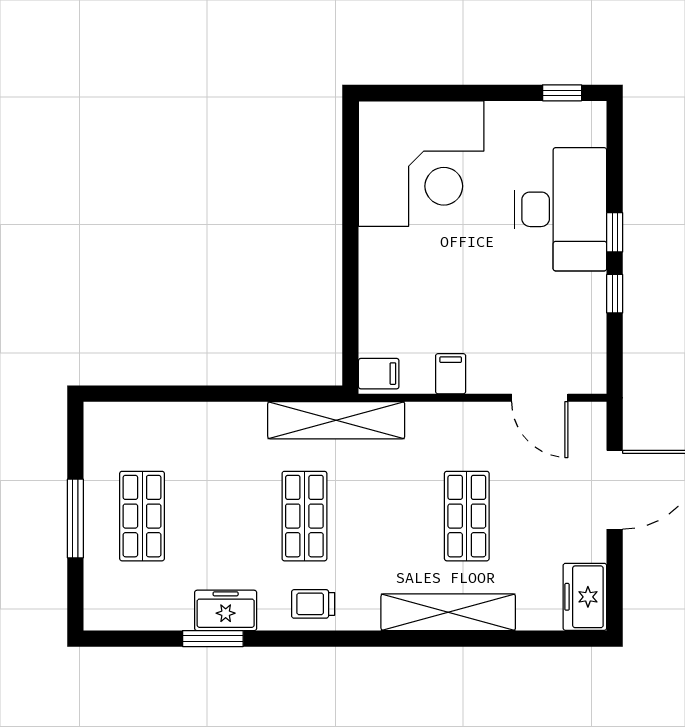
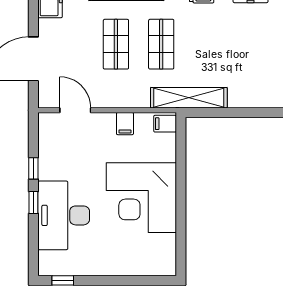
corner desk: (421, 164) -> (141, 198), moved, turned -90
shop shelf: (304, 516) -> (161, 44), moved

